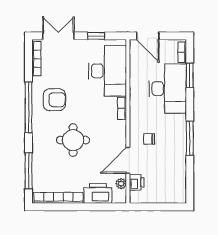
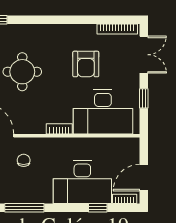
door: (148, 36) -> (144, 178), moved
window: (190, 75) -> (98, 208), width x0.67
armchair: (54, 100) -> (86, 64), moved
window: (29, 107) -> (60, 20), removed

